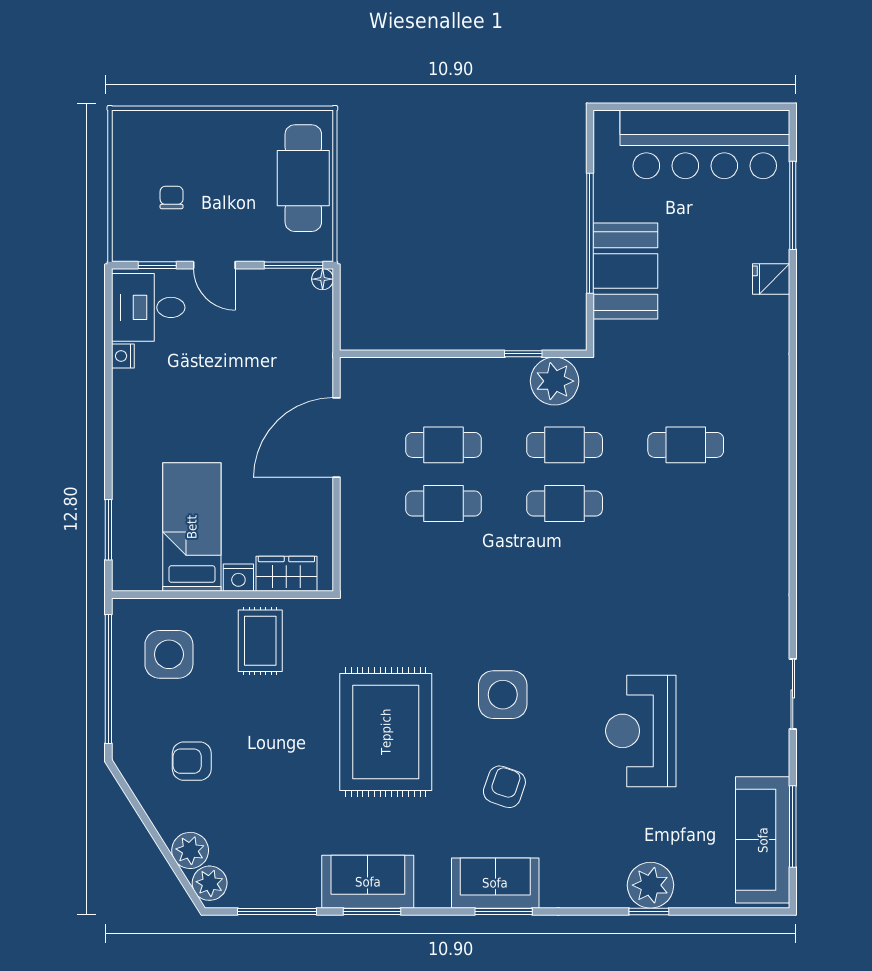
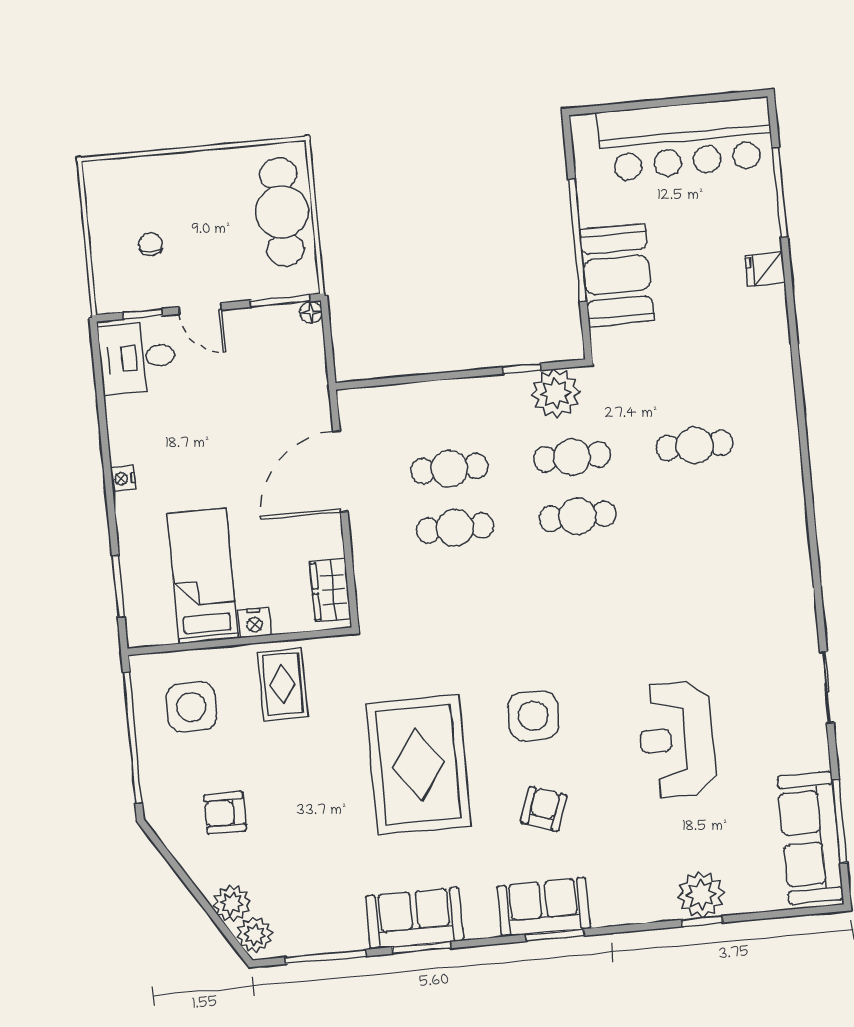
nightstand: (123, 356) -> (123, 479), moved
wardrobe: (286, 574) -> (330, 590), moved, turned -90

